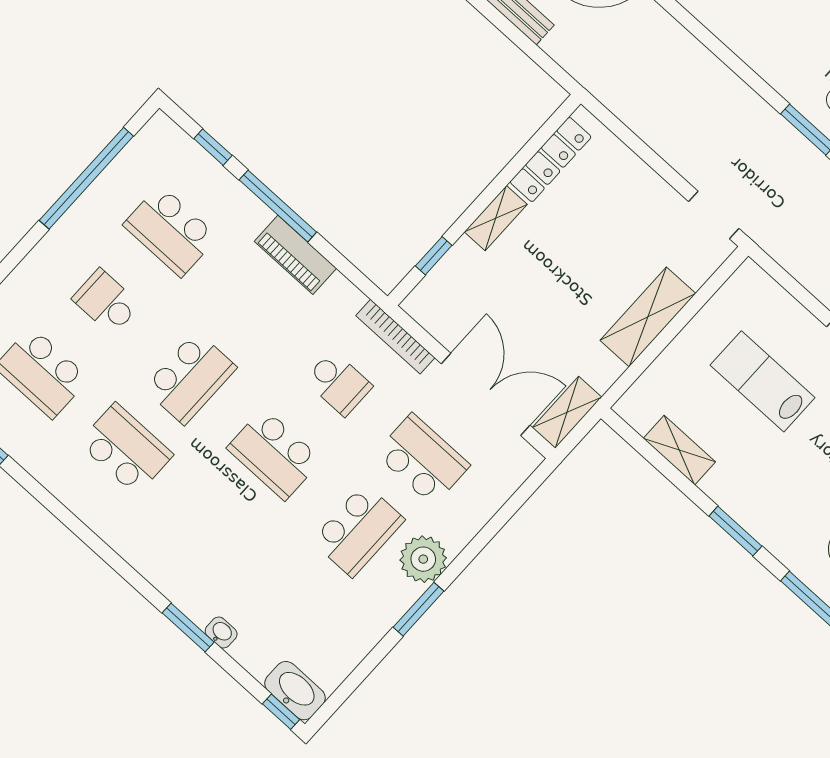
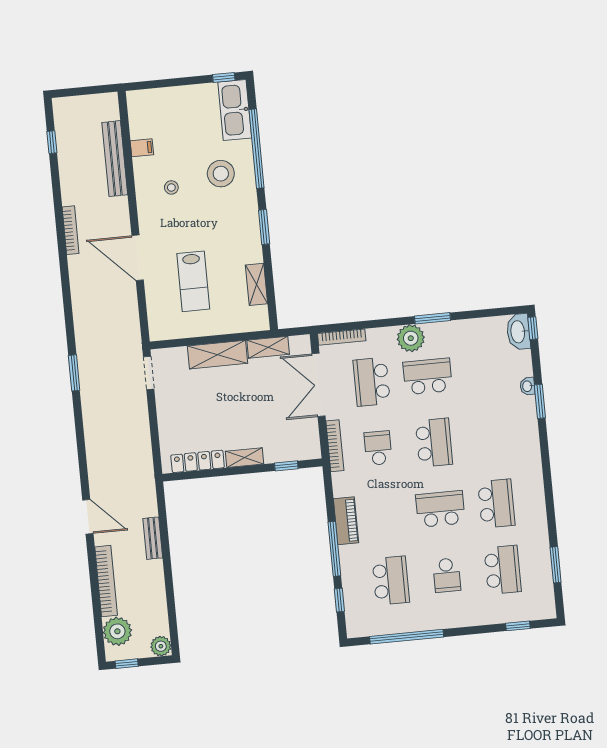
shelving: (567, 412) -> (268, 347), moved
school desk: (126, 449) -> (496, 504), turned 180
bookcase: (511, 481) -> (342, 337), added

